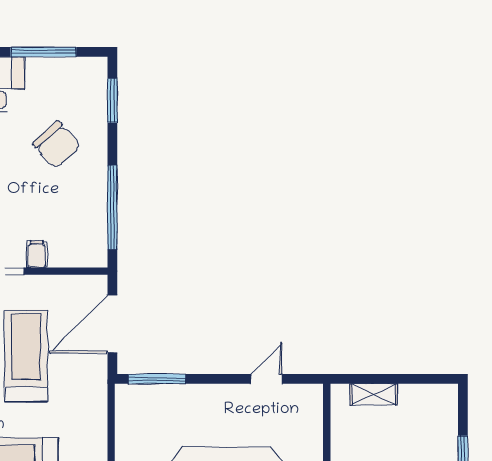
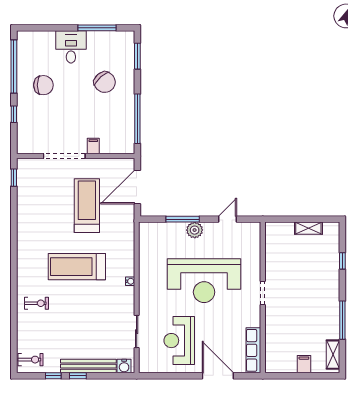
window: (157, 379) -> (183, 219), moved
shelving: (374, 394) -> (308, 228), moved
plant: (210, 398) -> (195, 230), added

